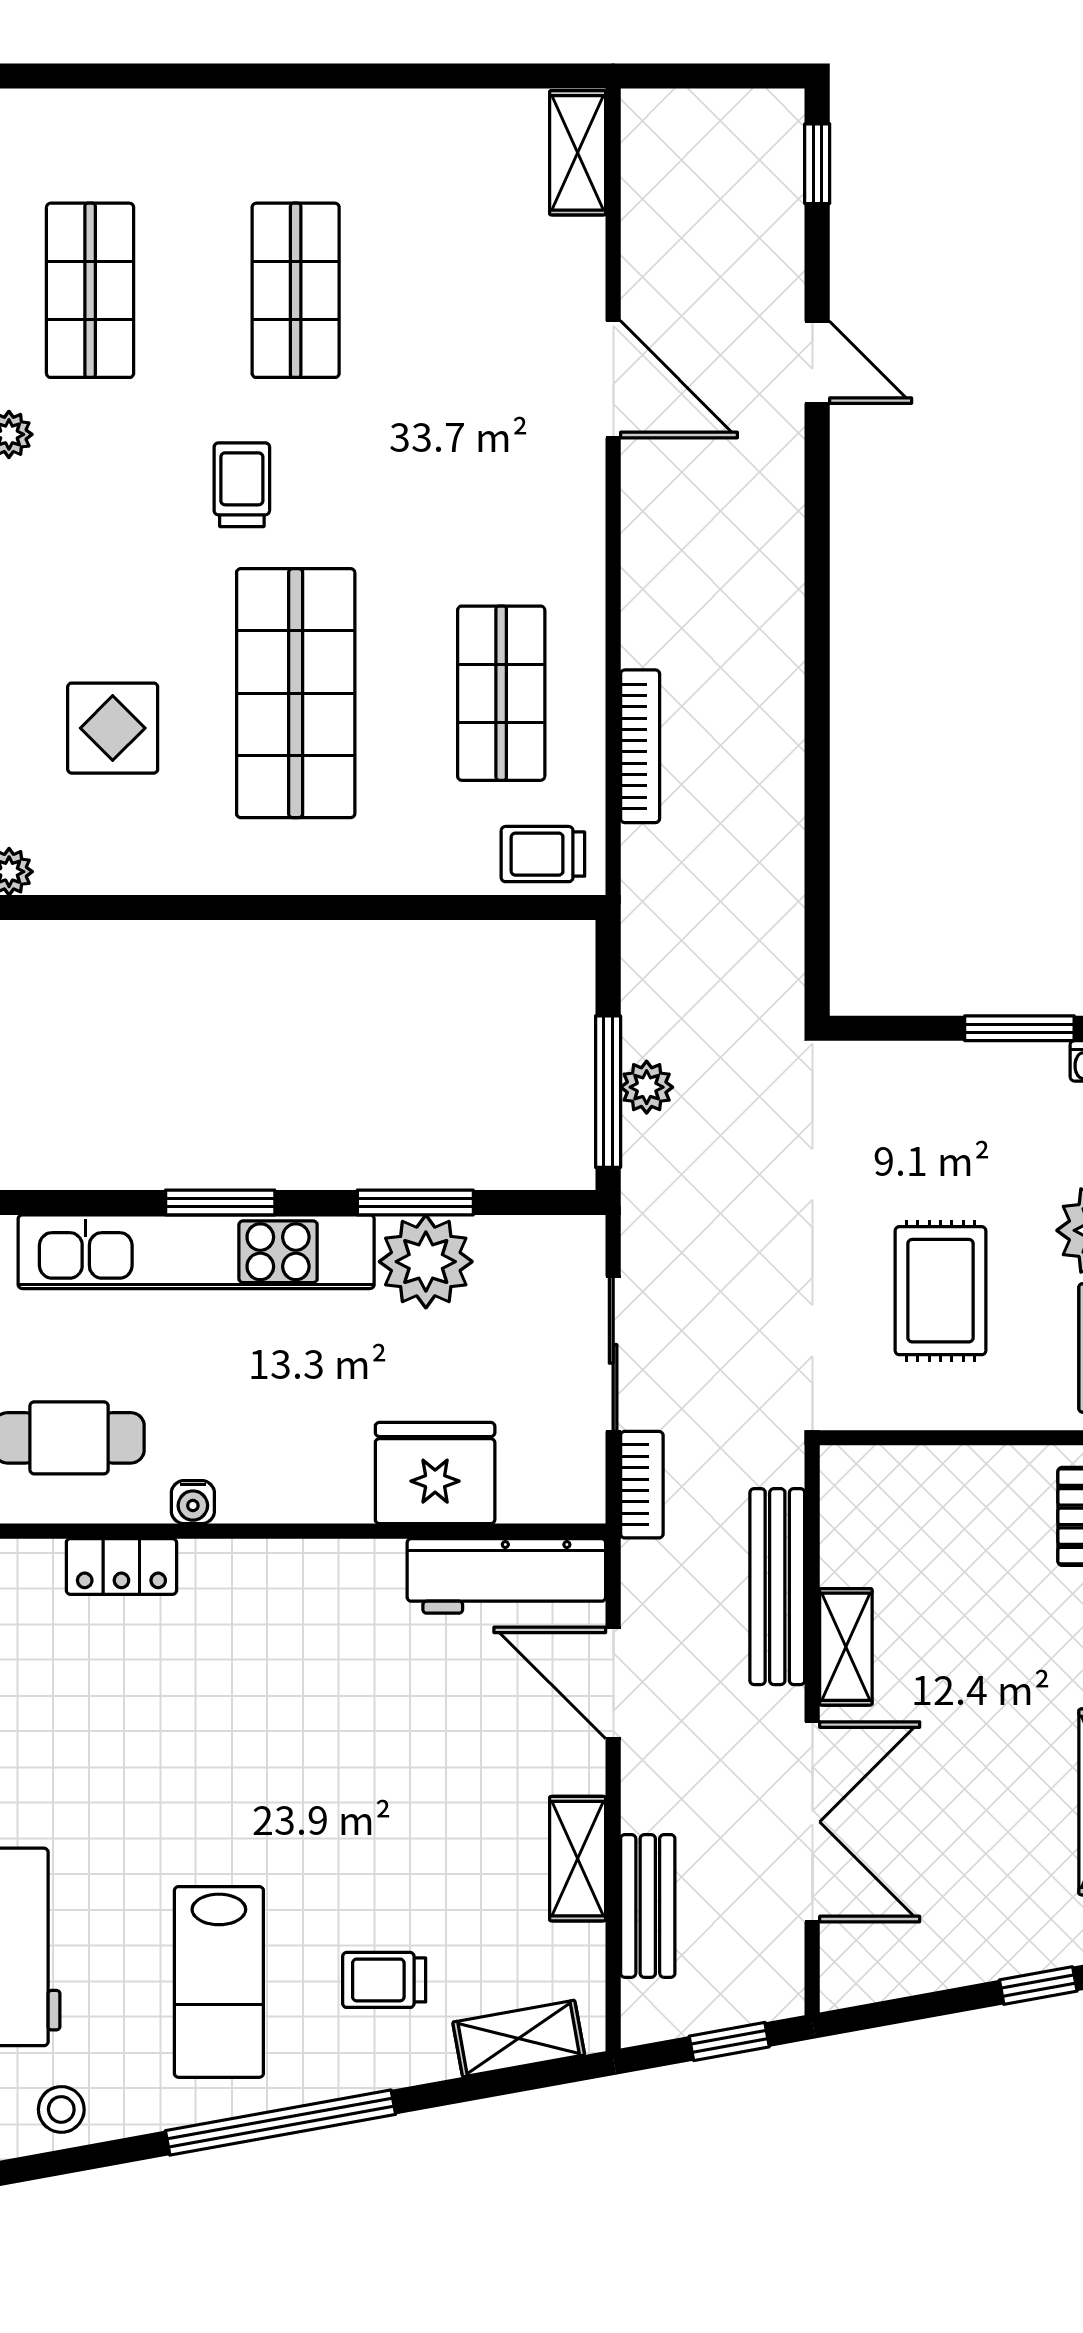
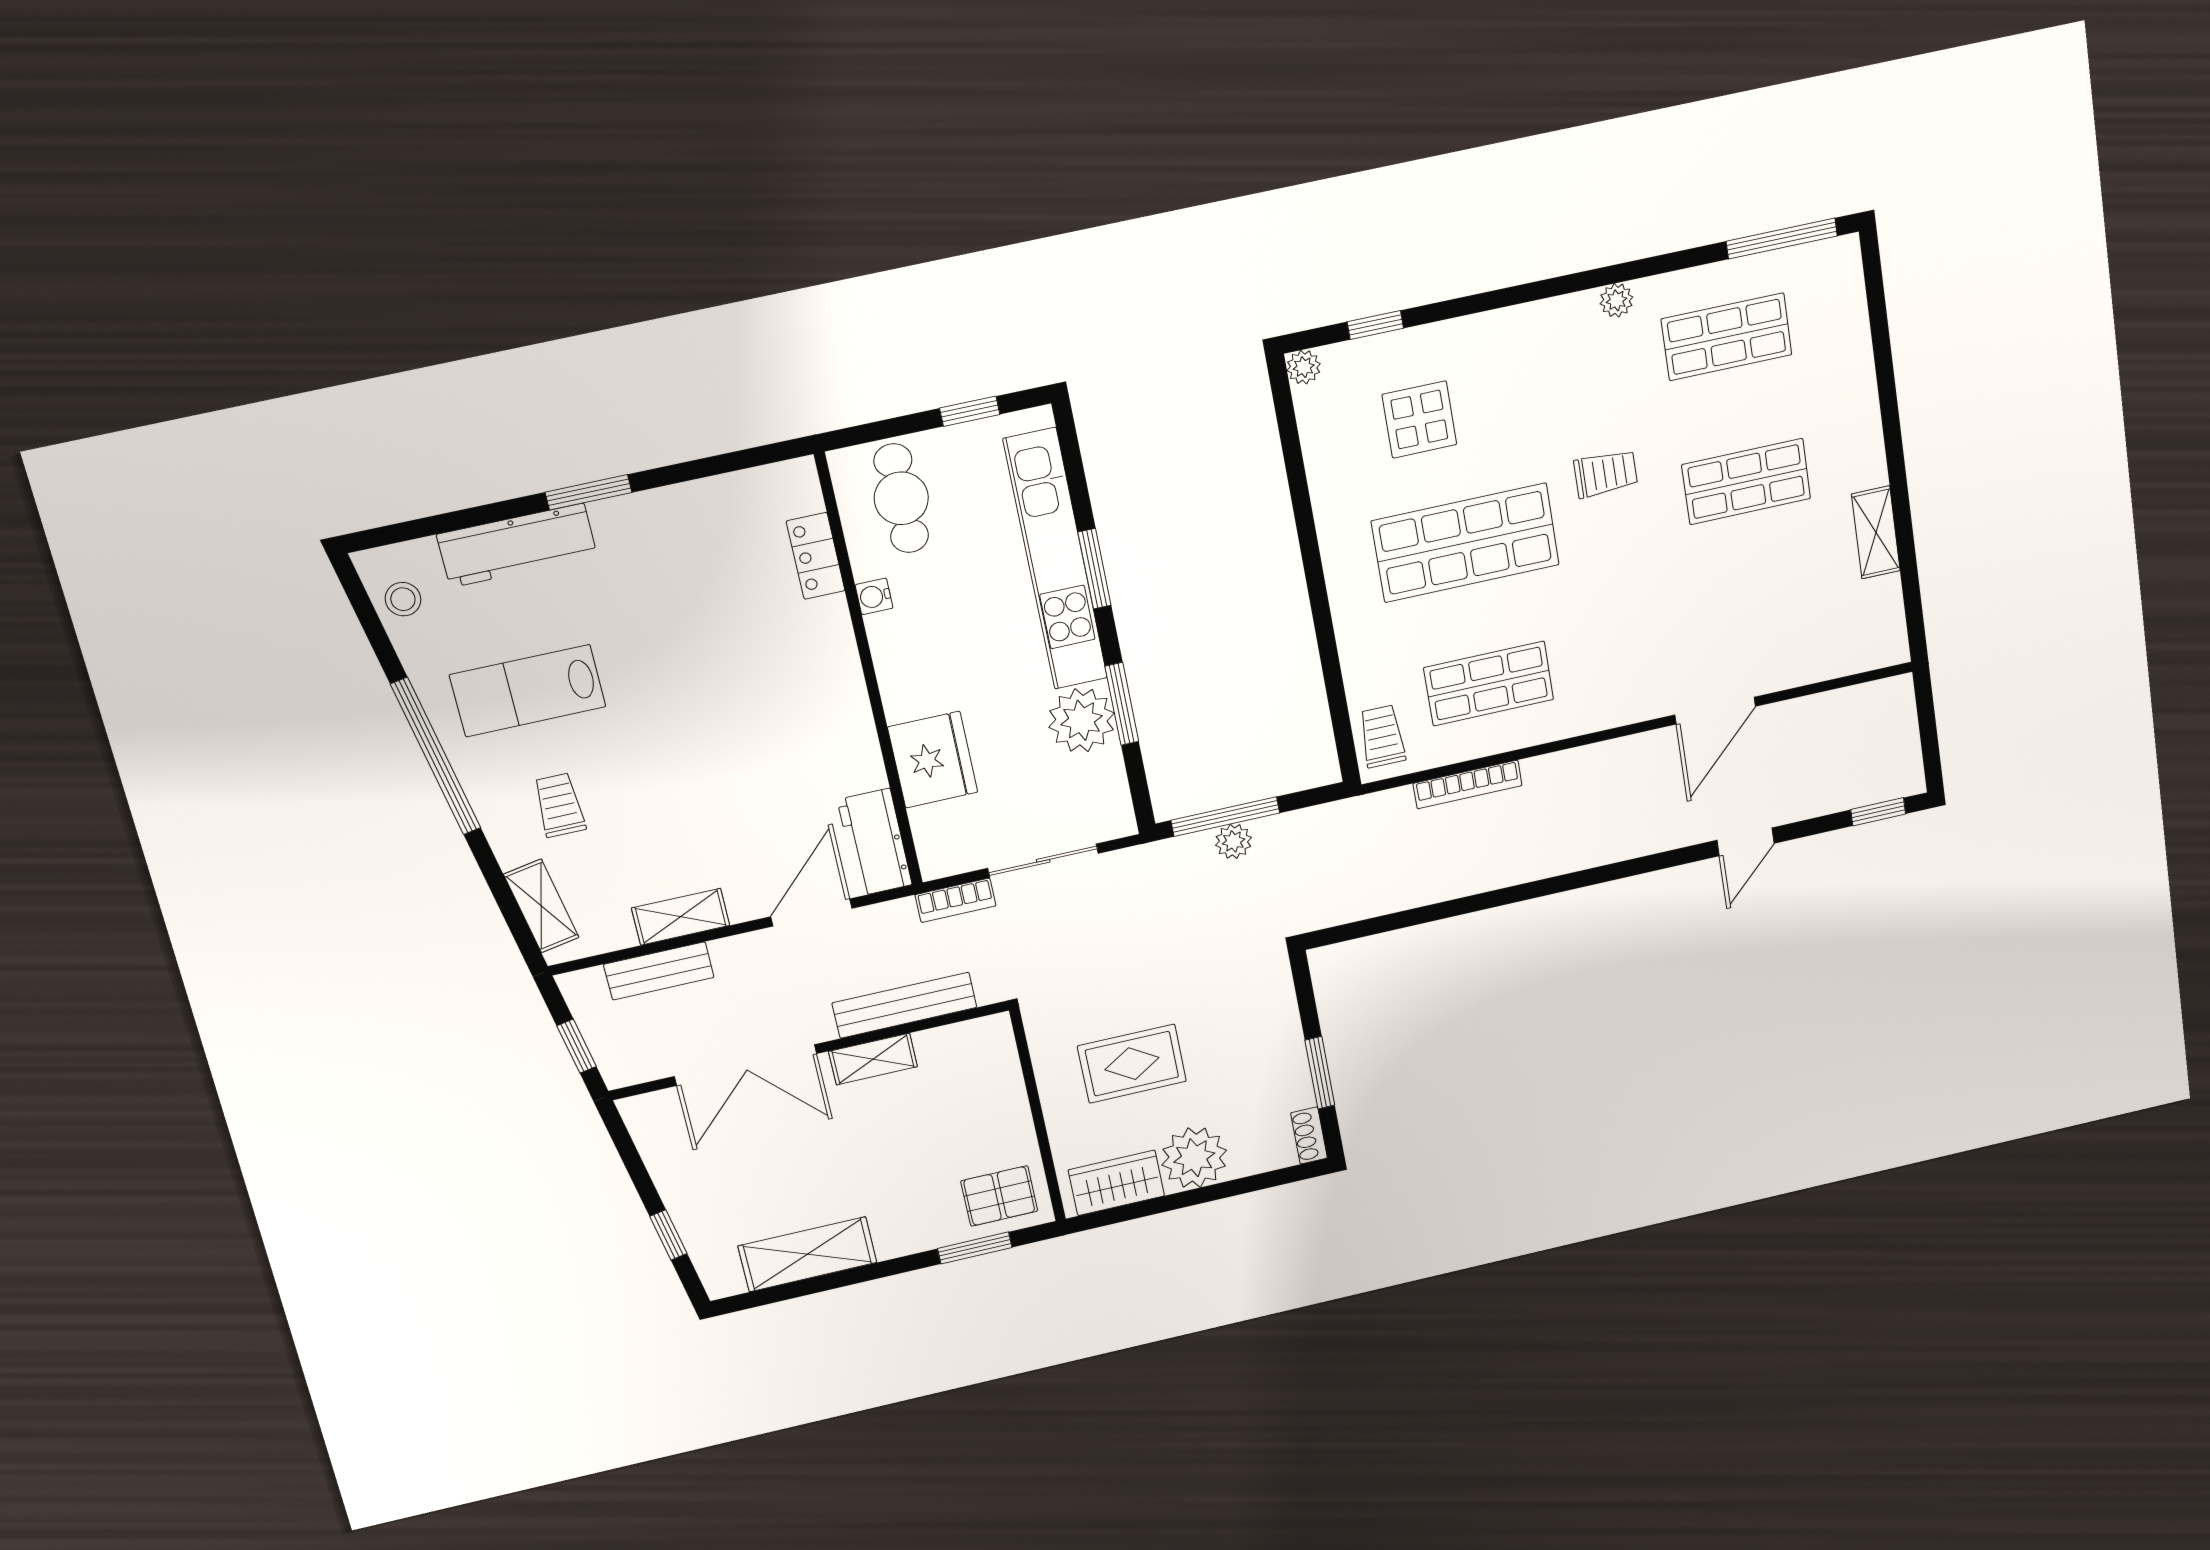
shelving: (578, 153) -> (1876, 532), moved, turned 90
workbench: (506, 1576) -> (875, 842), width x0.73

